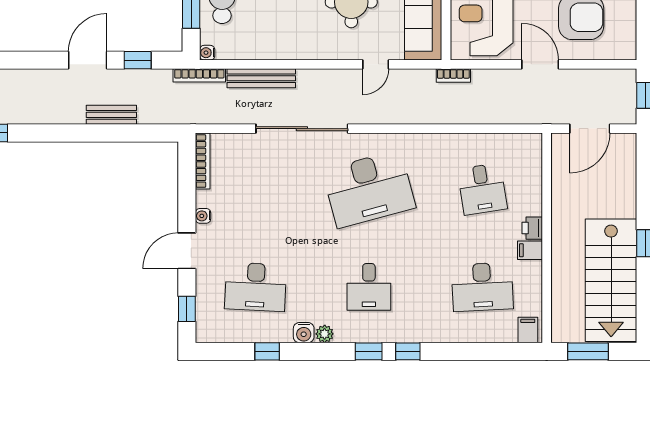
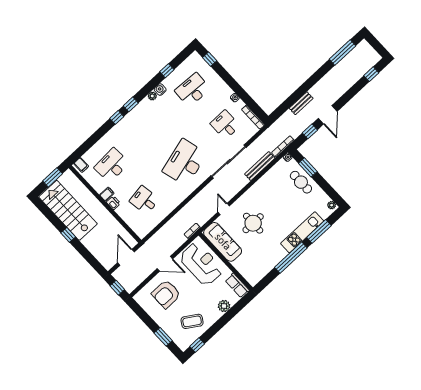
door: (187, 251) -> (229, 80), removed
desk: (369, 287) -> (225, 125), moved

